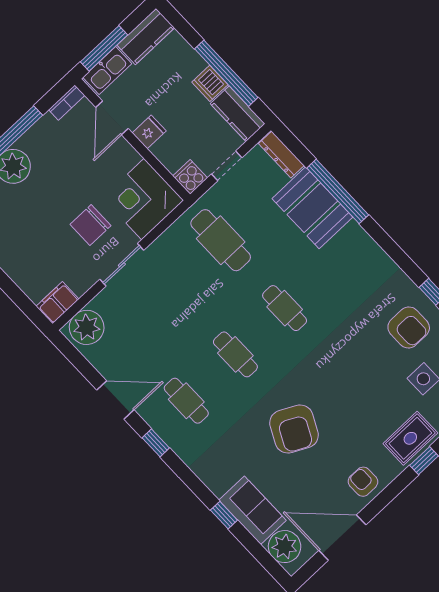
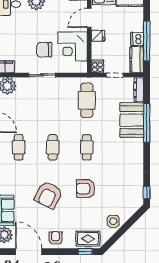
corner desk: (143, 199) -> (72, 46), moved, turned -90
armchair: (409, 327) -> (86, 189), moved, turned 90

